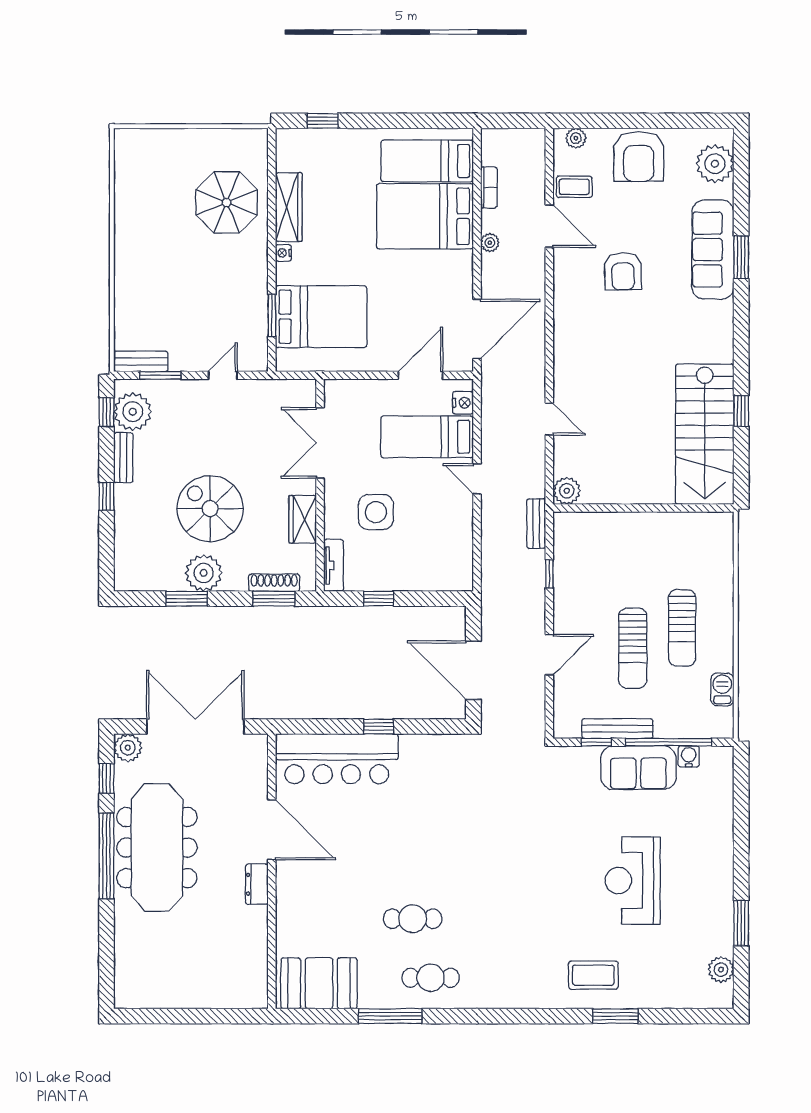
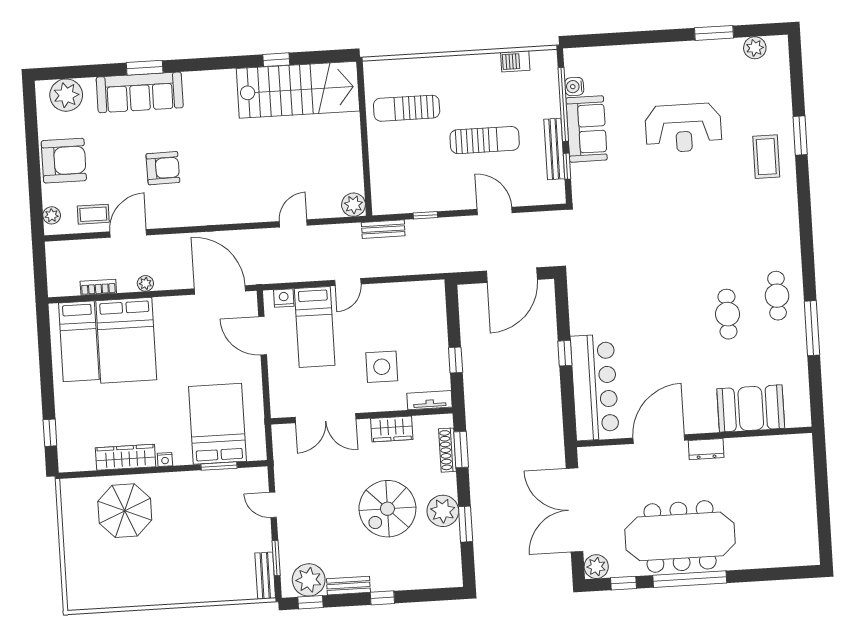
coffee table: (574, 187) -> (93, 214), turned 90
sun lounger: (682, 628) -> (407, 108), moved, turned 180
booth: (319, 983) -> (751, 408), moved, turned 90

